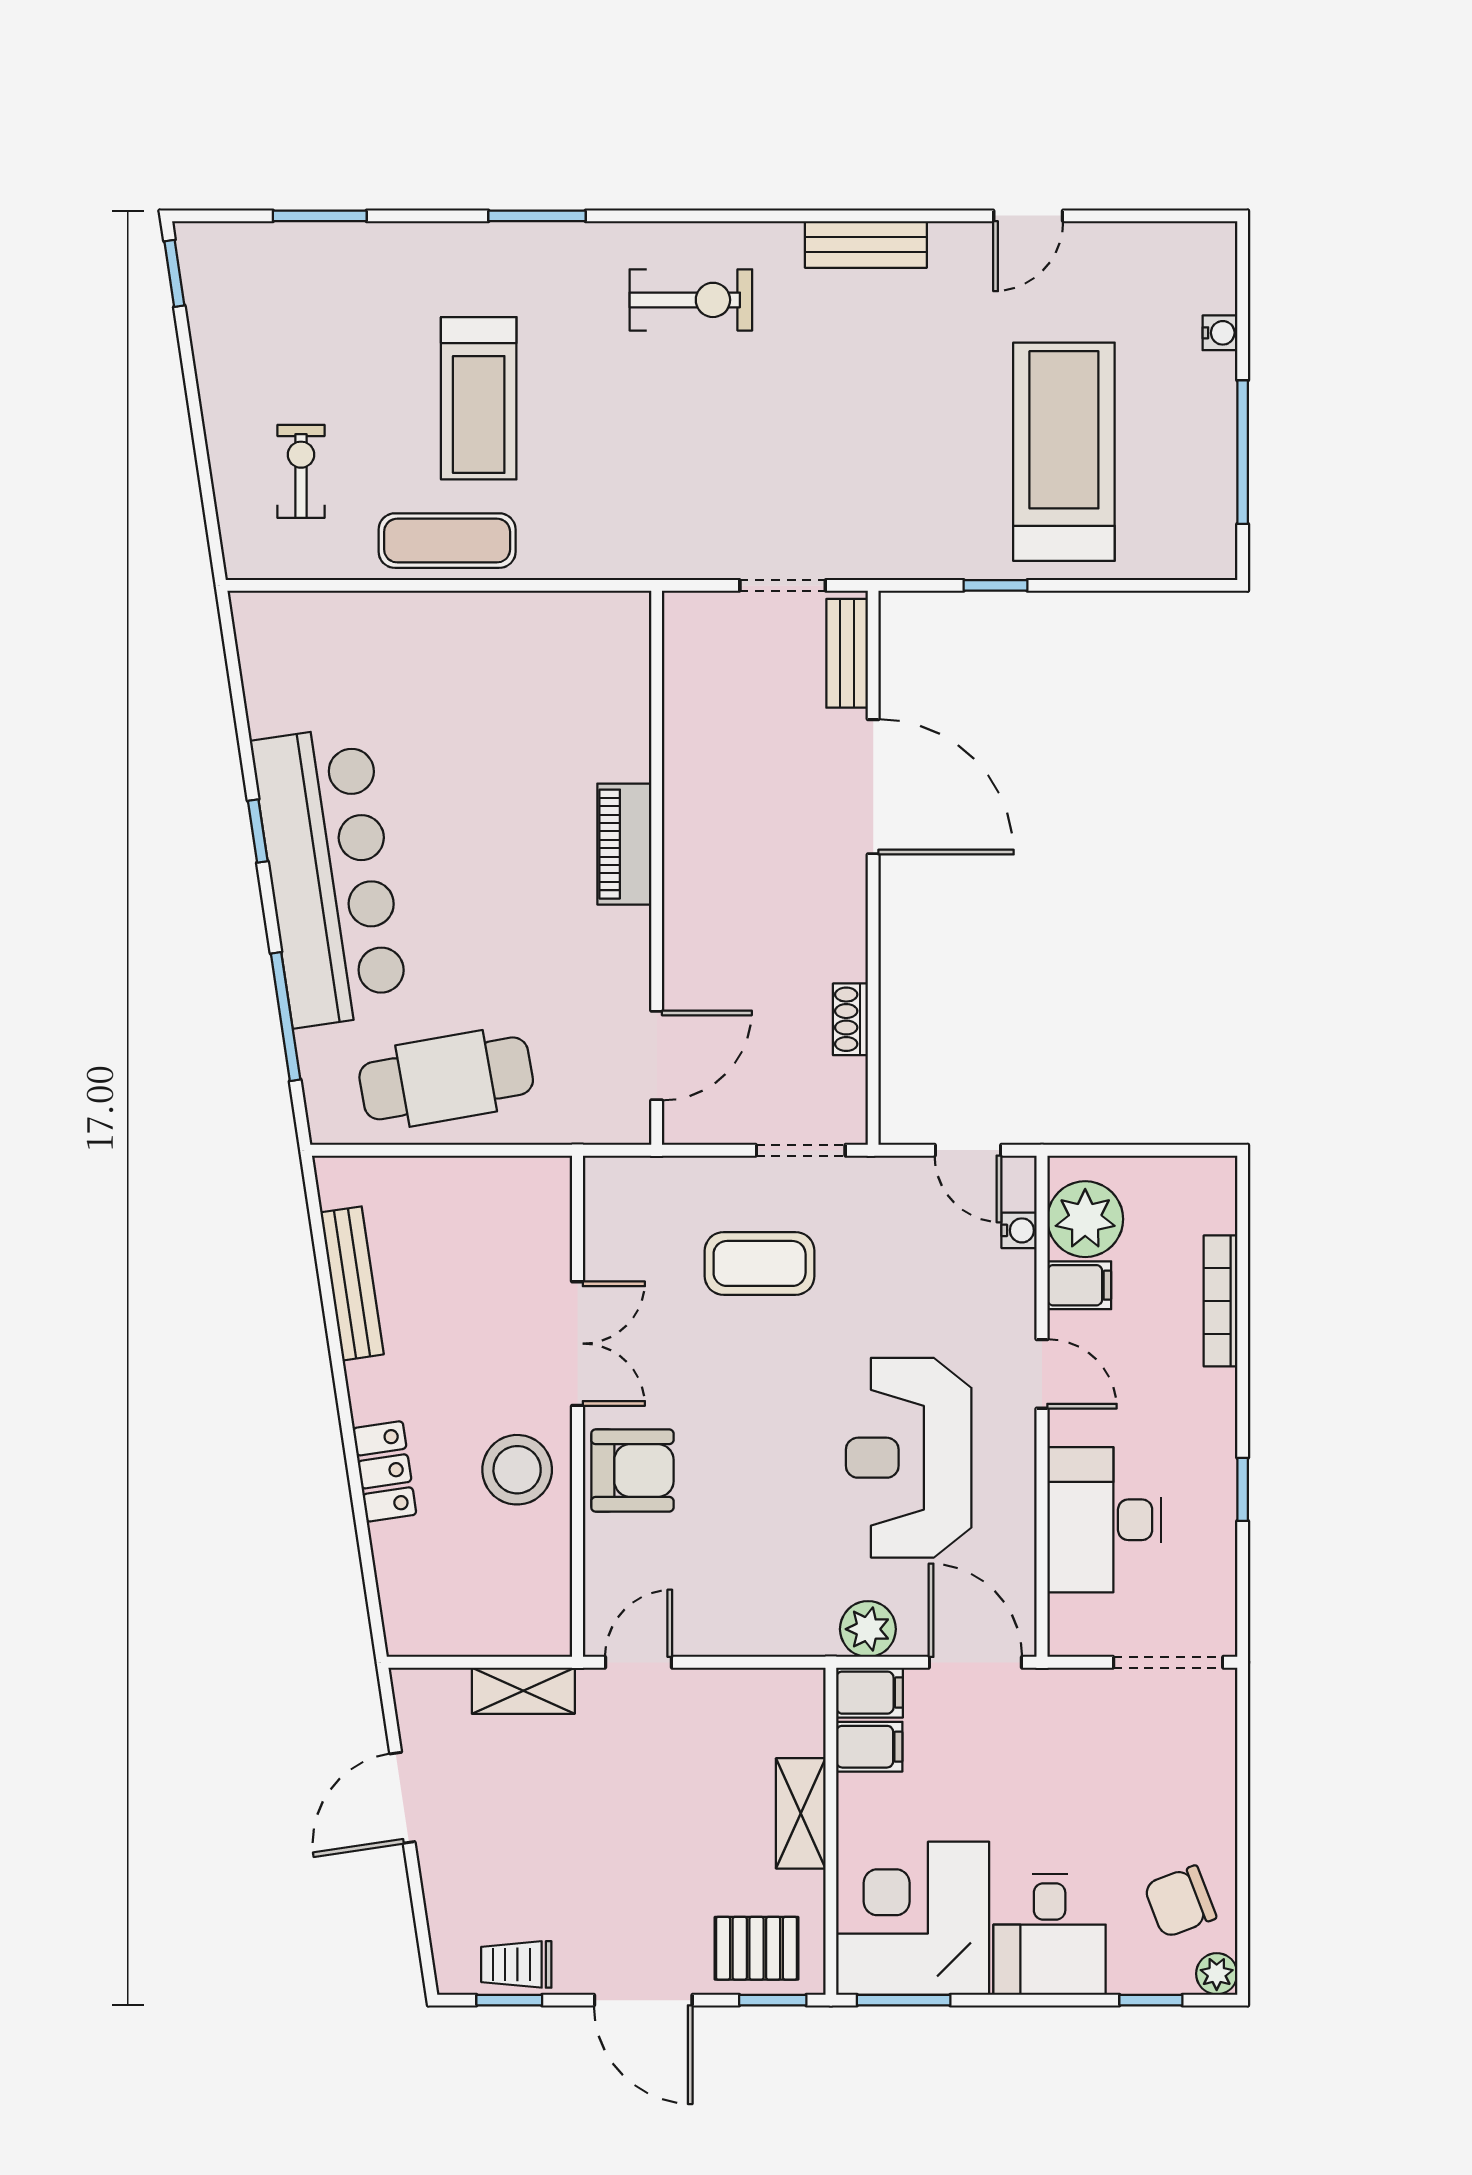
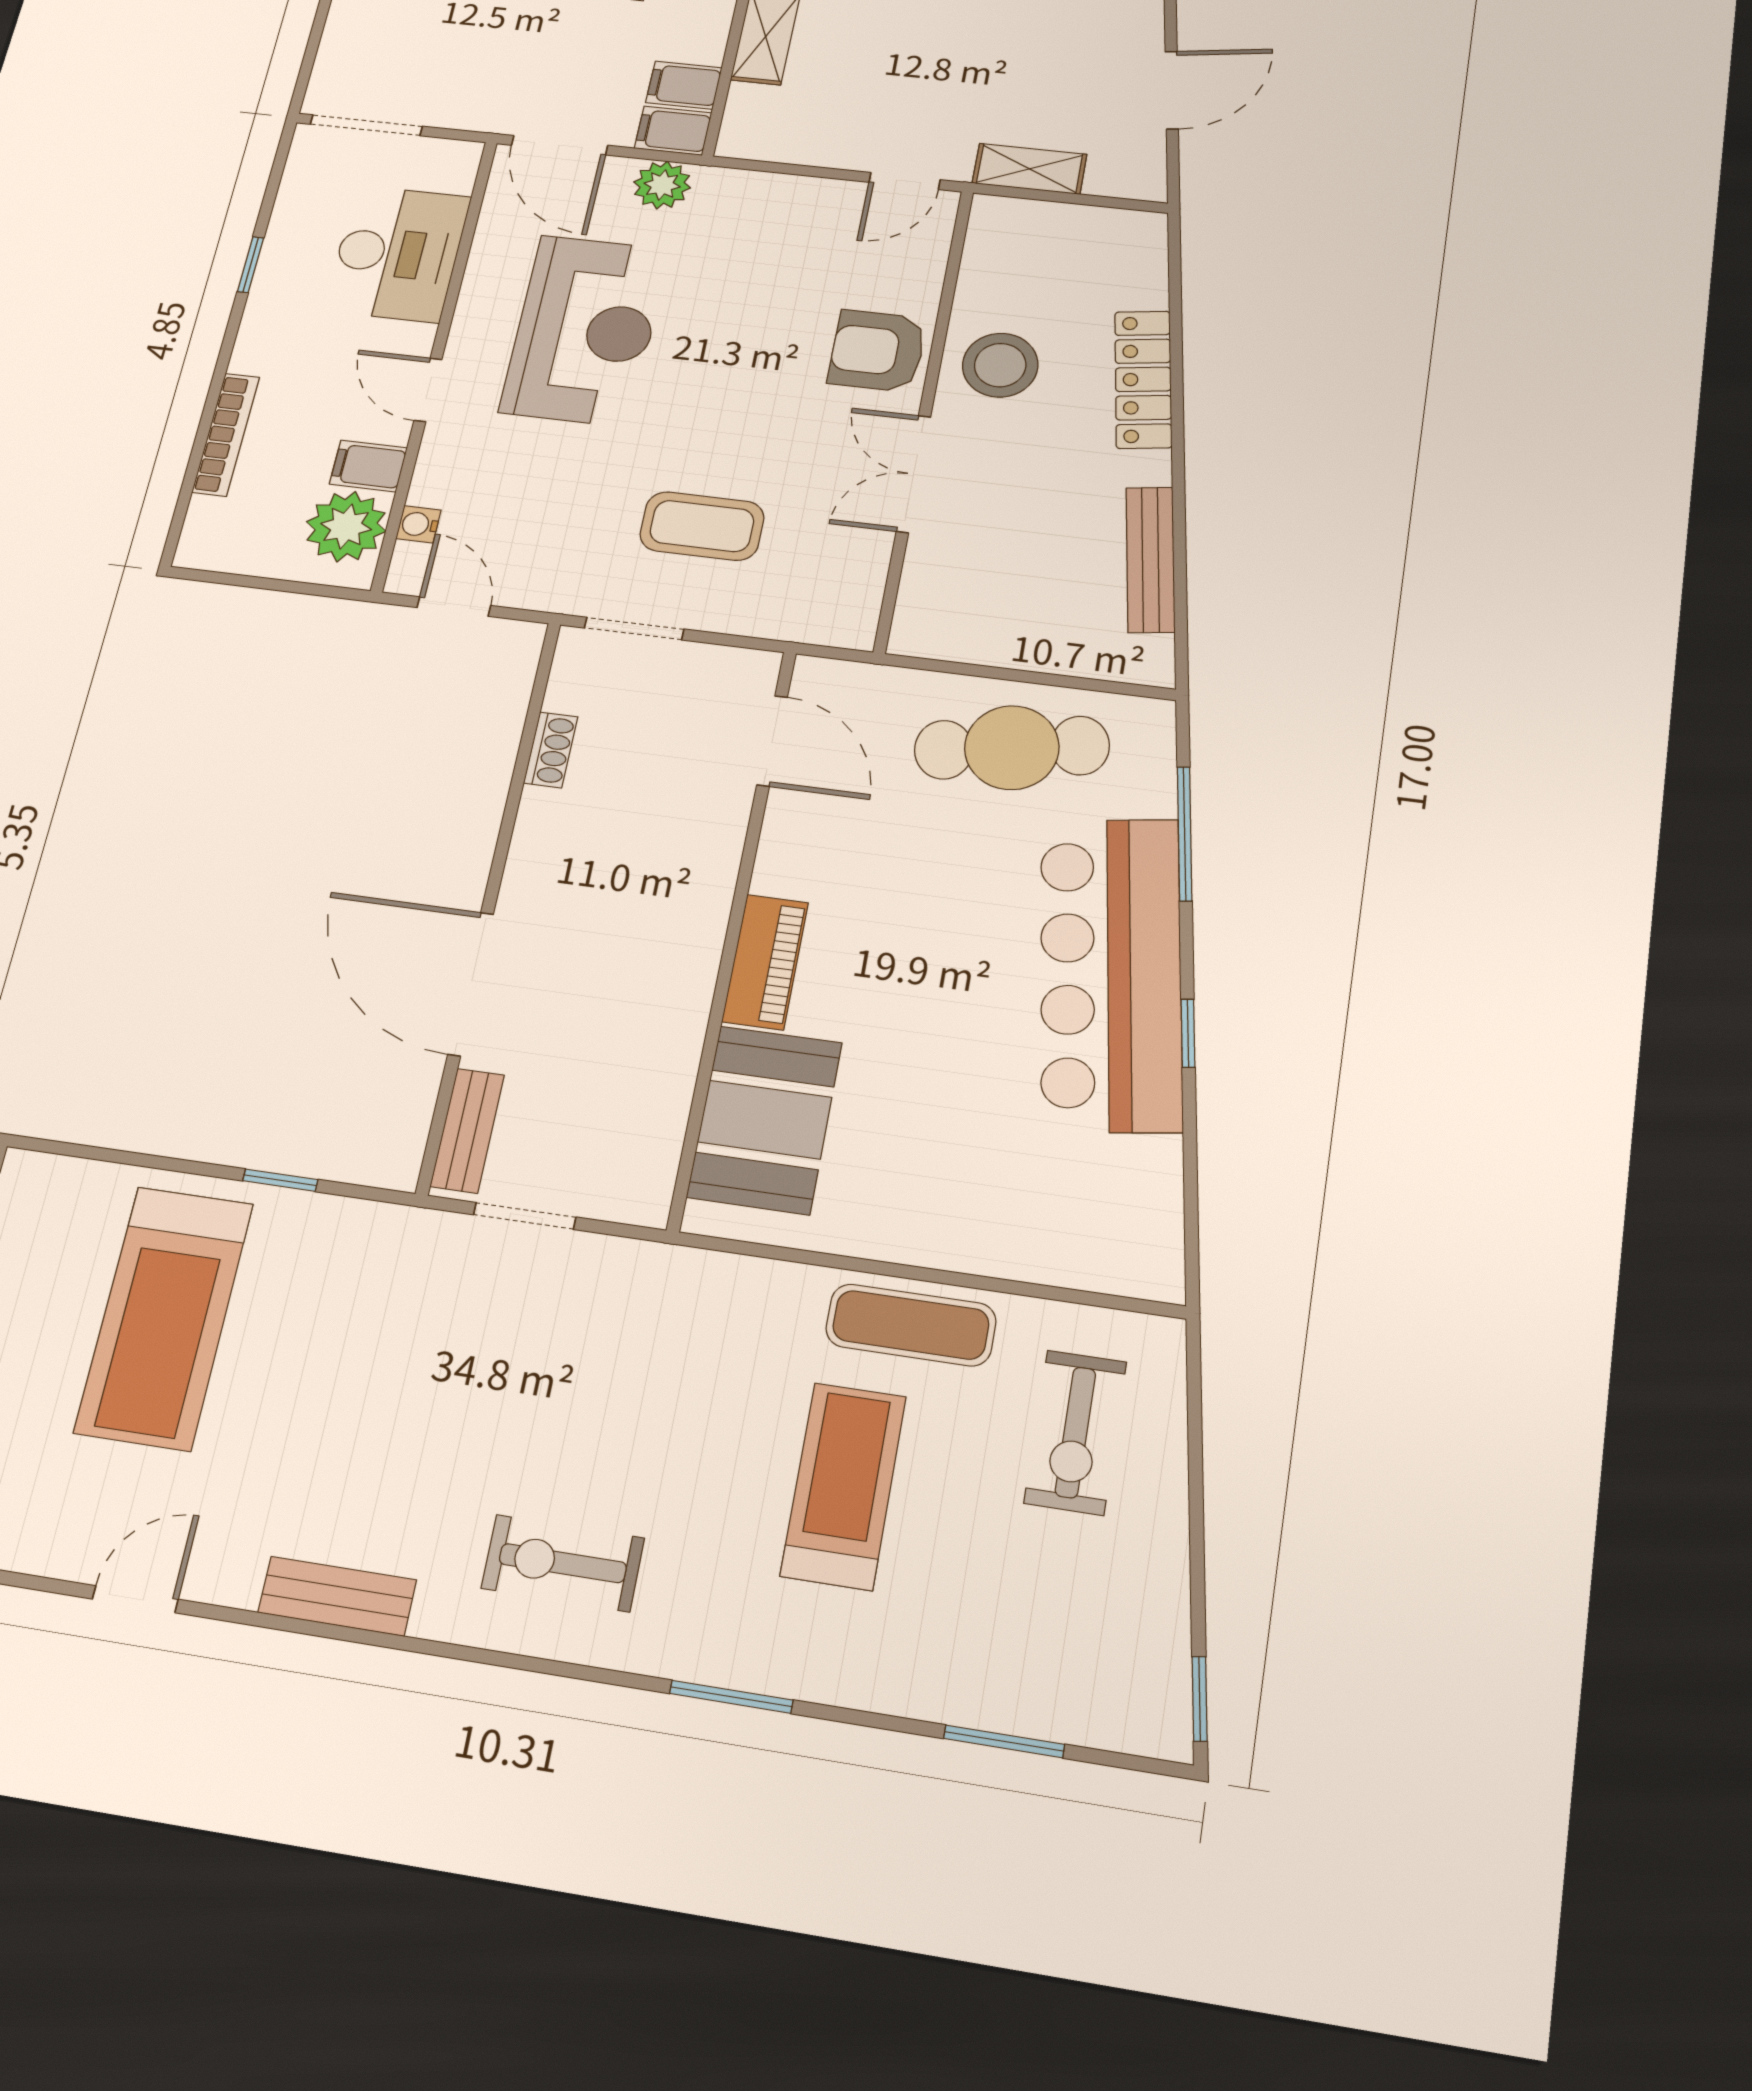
exercise bike: (301, 471) -> (1075, 1432), width x1.38, depth x1.39
booth: (599, 701) -> (765, 1120), added
door: (657, 1056) -> (772, 741), swing flipped
locker: (385, 1471) -> (1143, 379), width x1.53

